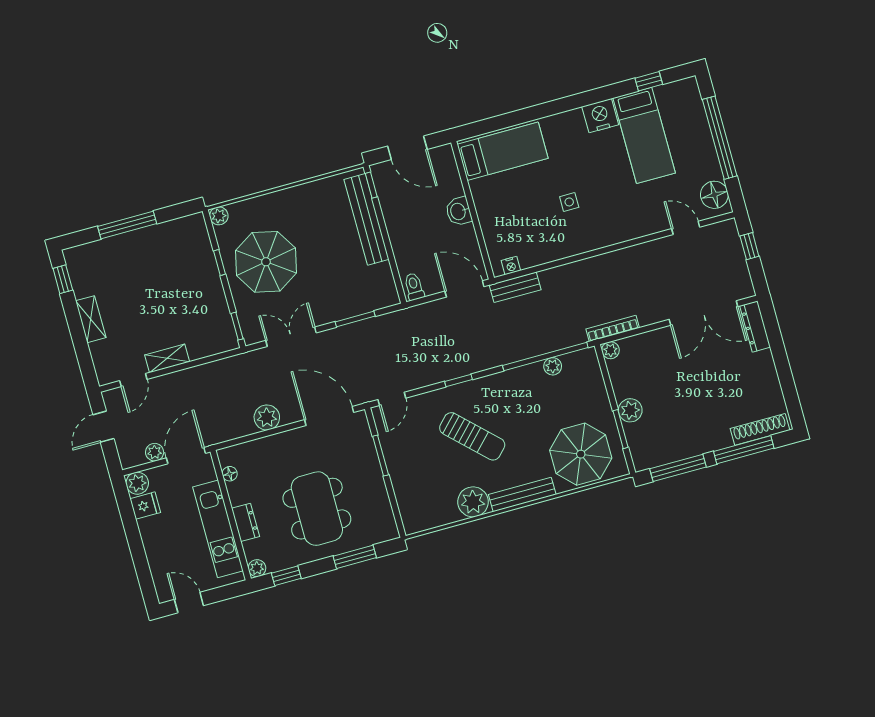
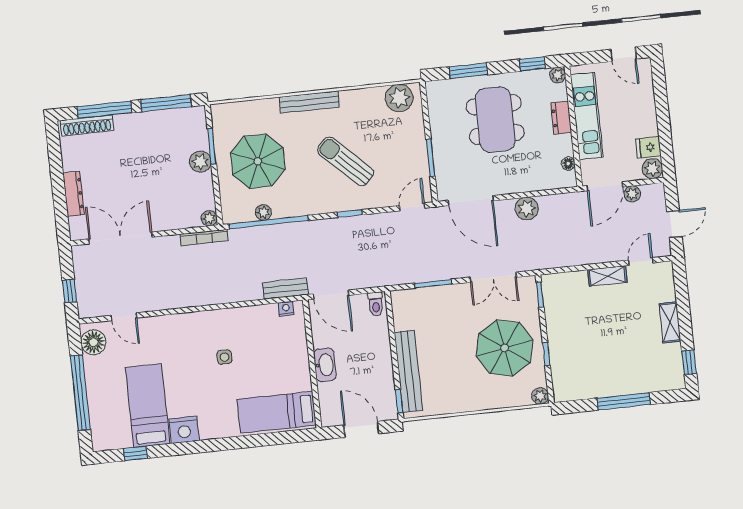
washbasin: (459, 211) -> (325, 365), width x1.38
dresser: (755, 326) -> (74, 194), moved
parasol: (581, 454) -> (258, 161), moved
plant: (473, 502) -> (399, 98), moved

